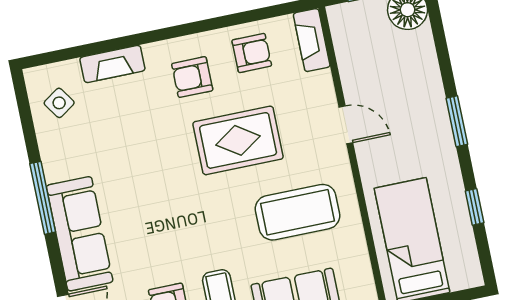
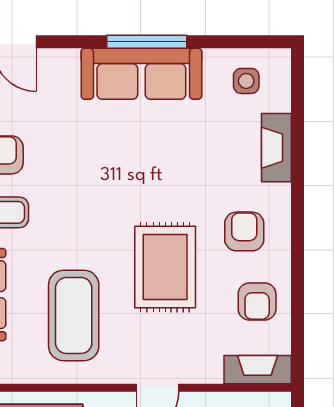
side table: (59, 103) -> (246, 81), turned 34
sofa: (80, 234) -> (141, 74), moved

